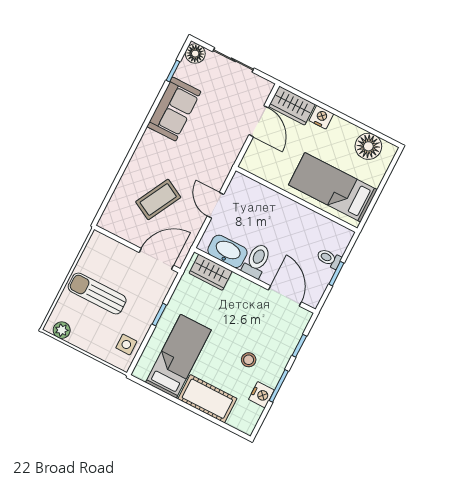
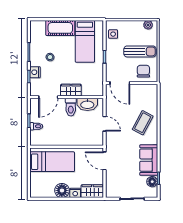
floor lamp: (195, 54) -> (152, 182), moved
door: (259, 121) -> (105, 161), moved
floor lamp: (368, 146) -> (62, 190), moved
coffee table: (158, 199) -> (143, 123), moved
chair: (108, 259) -> (143, 71), added
door: (156, 259) -> (120, 83), hinge flipped
wardrobe: (211, 272) -> (71, 90), moved
door: (285, 296) -> (48, 97), hinge flipped
nightstand: (261, 395) -> (35, 72), moved

